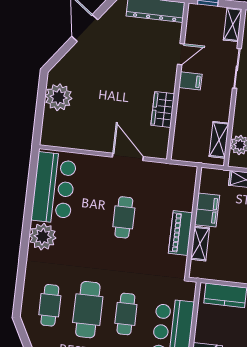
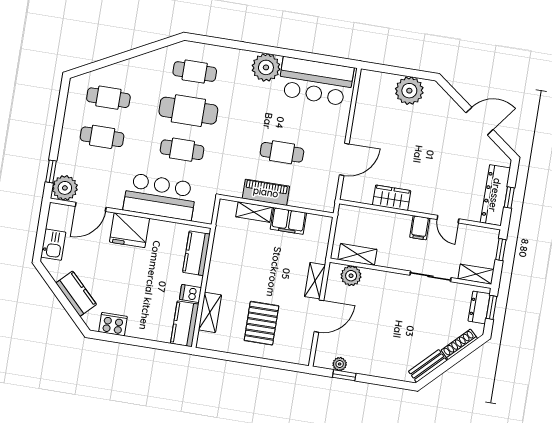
filing cabinet: (207, 210) -> (288, 221), moved
wall: (193, 222) -> (277, 206), moved
piano: (180, 233) -> (266, 192), moved
shelving: (200, 244) -> (254, 212), moved

